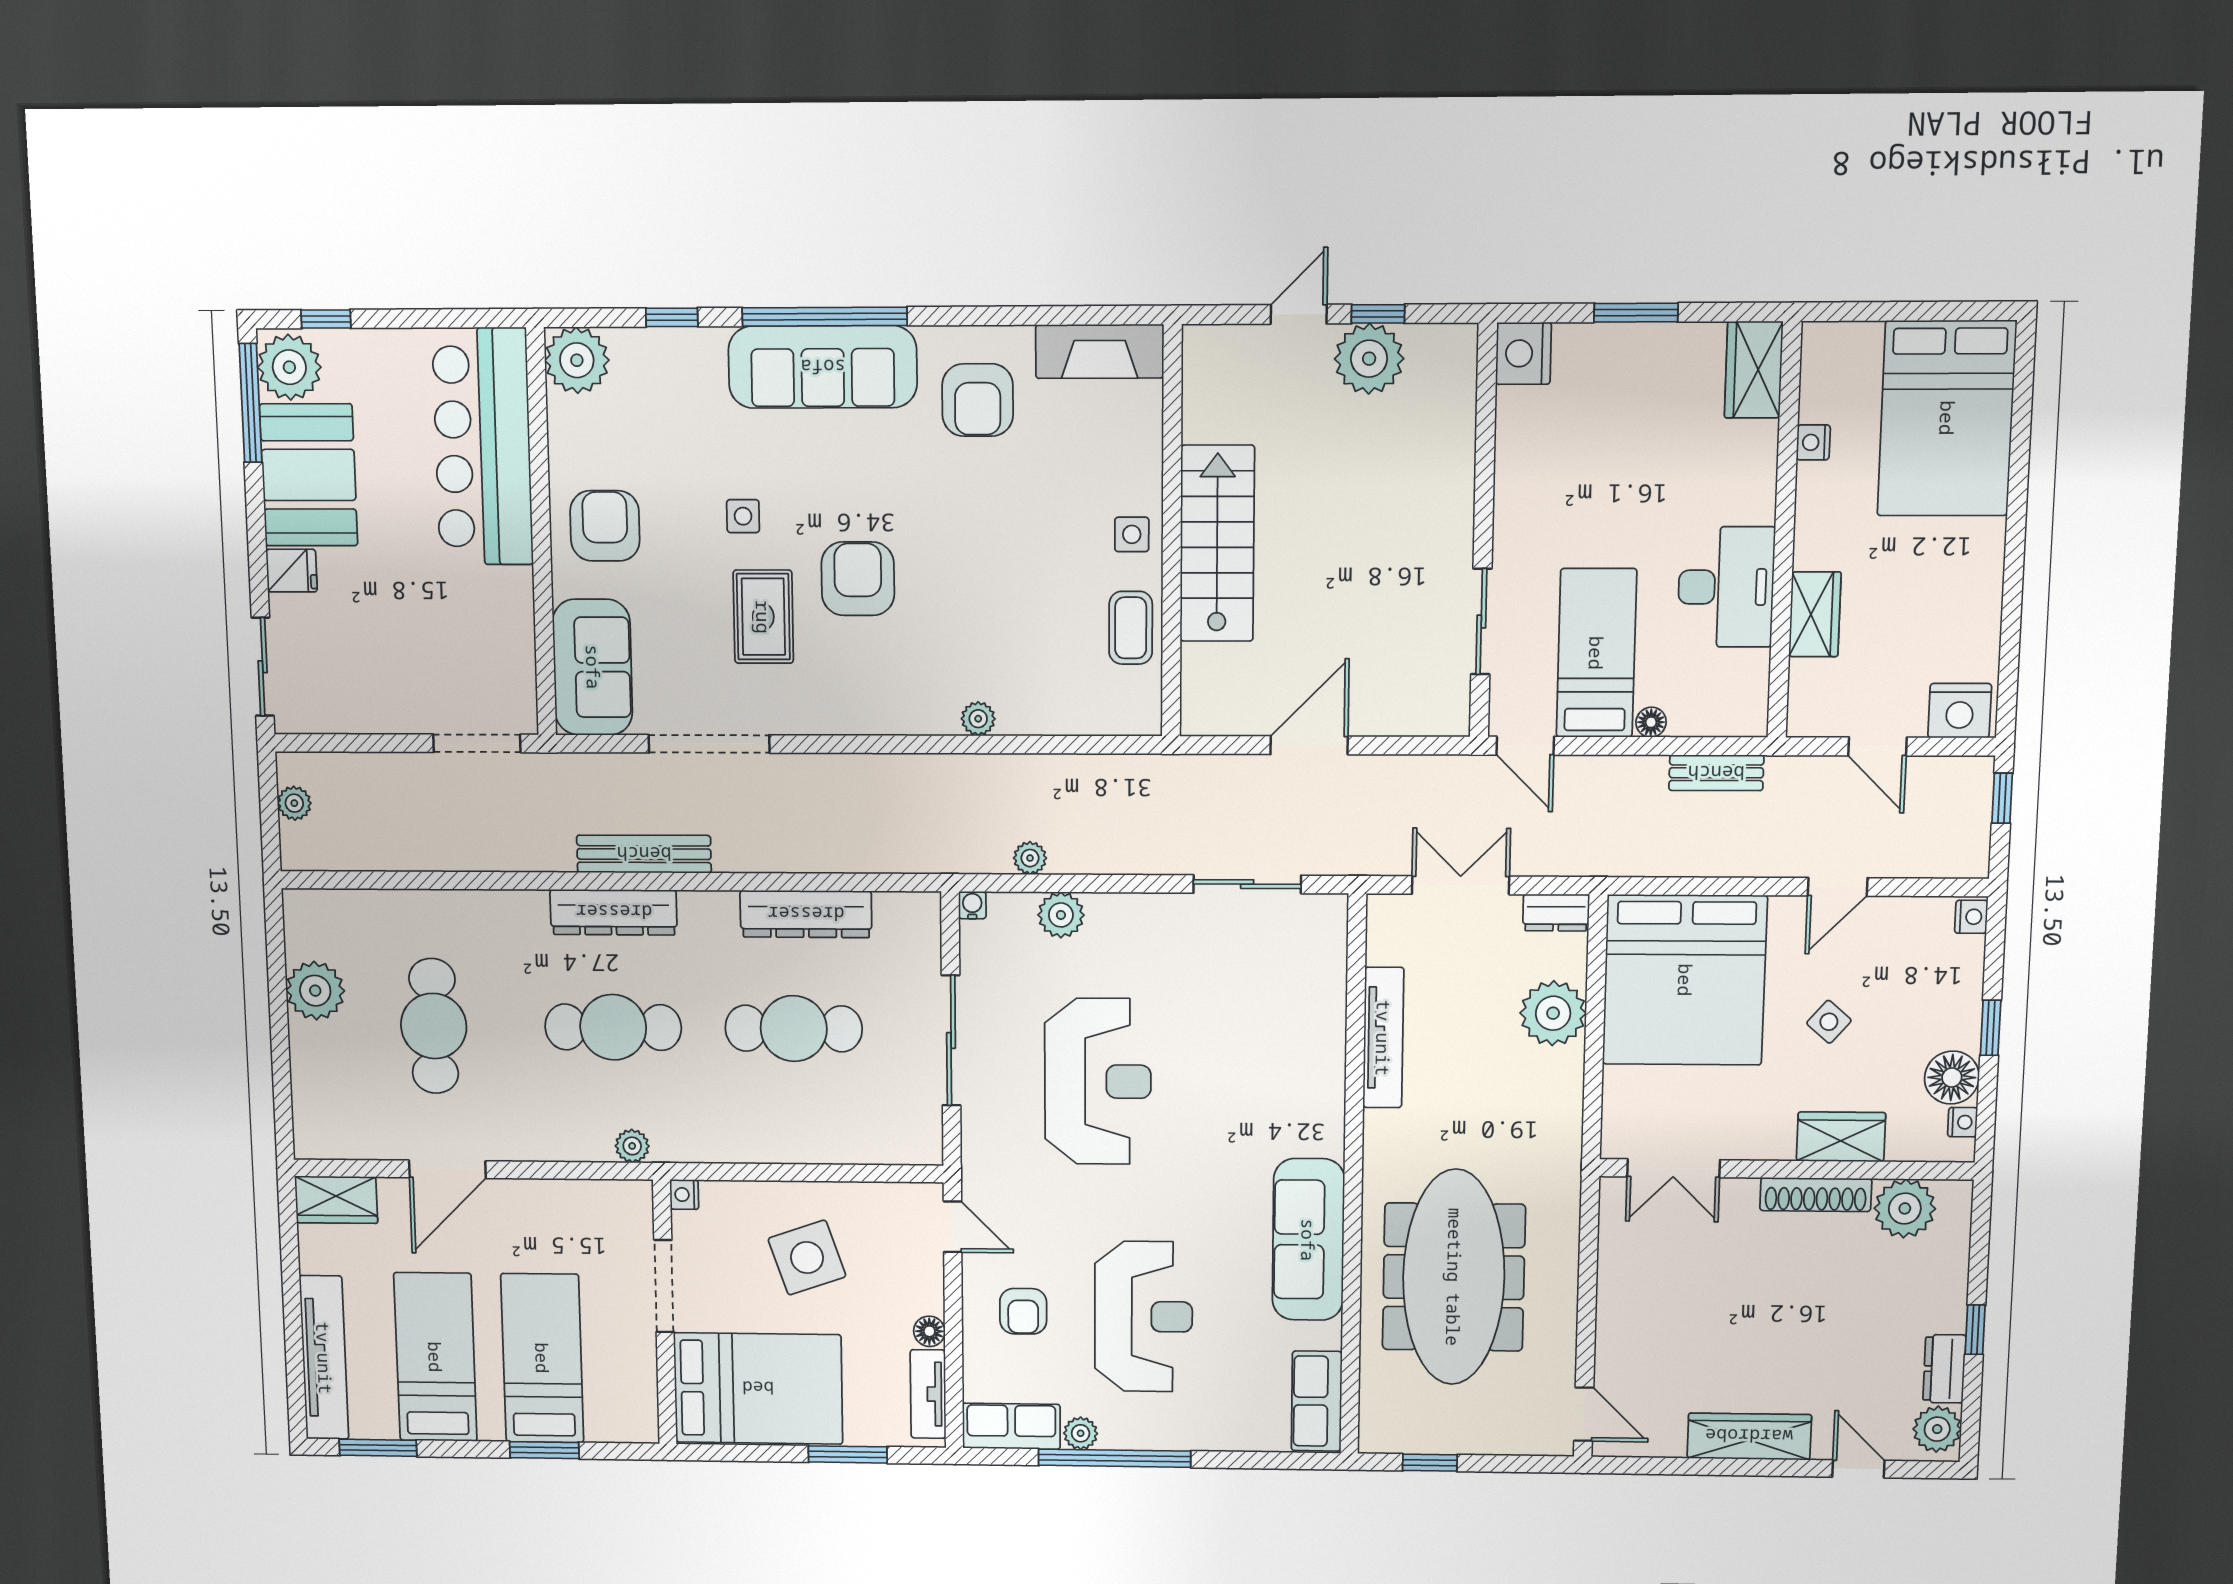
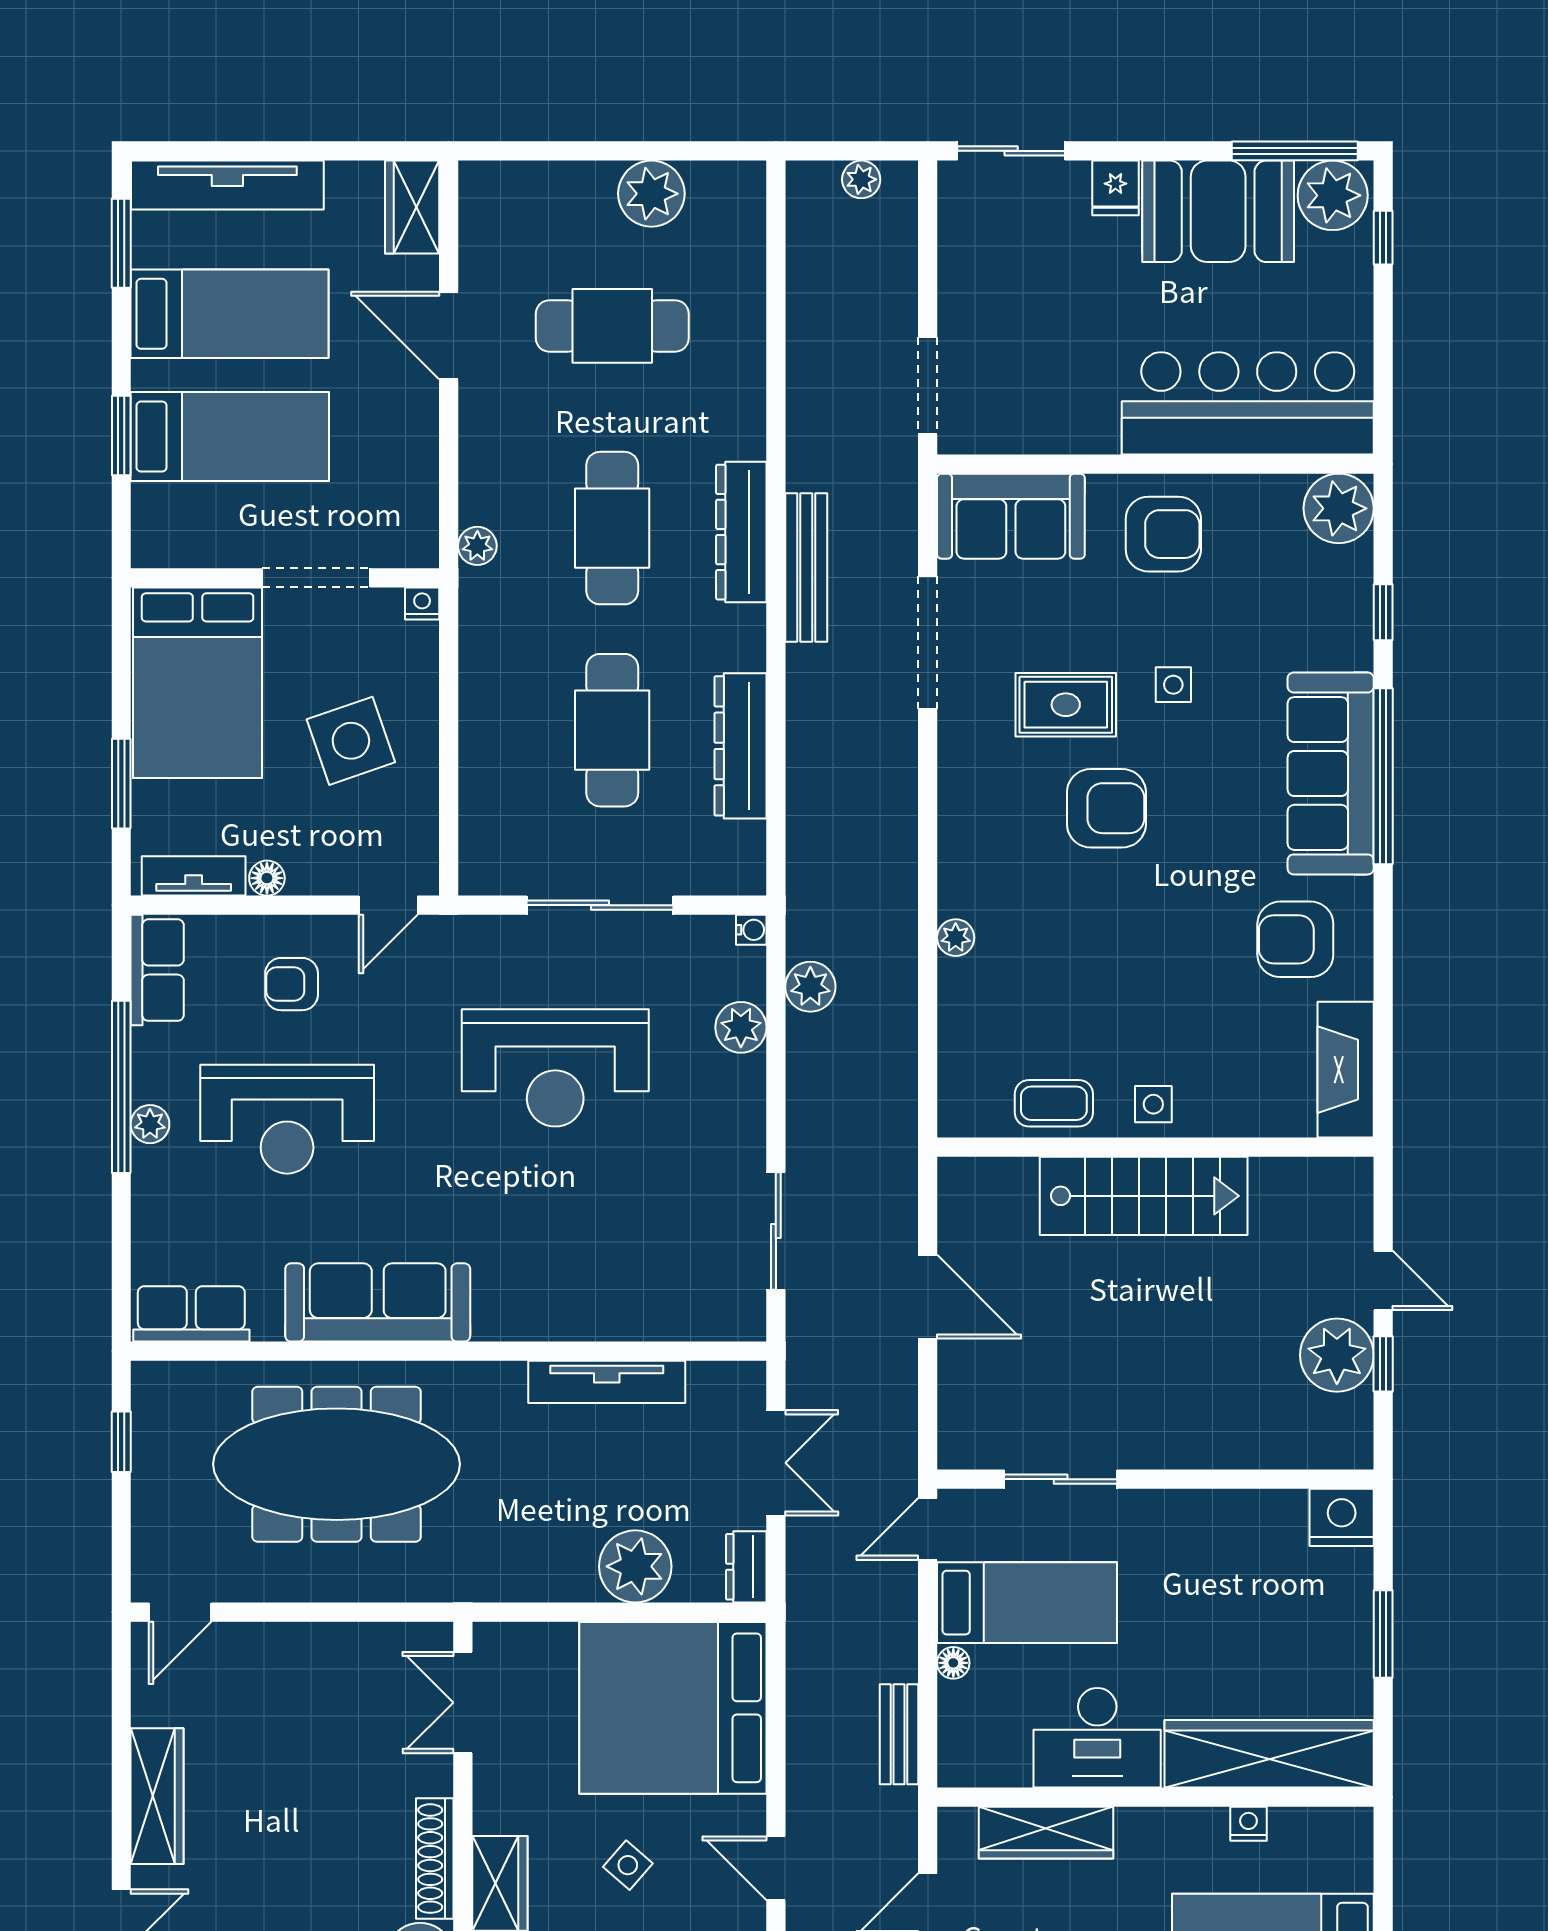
wardrobe: (1754, 370) -> (1269, 1754), width x2.10, depth x1.17
wardrobe: (1815, 614) -> (1046, 1833), width x1.50
plant: (1030, 858) -> (810, 987), width x1.38, depth x1.38
plant: (1081, 1433) -> (150, 1124), moved

